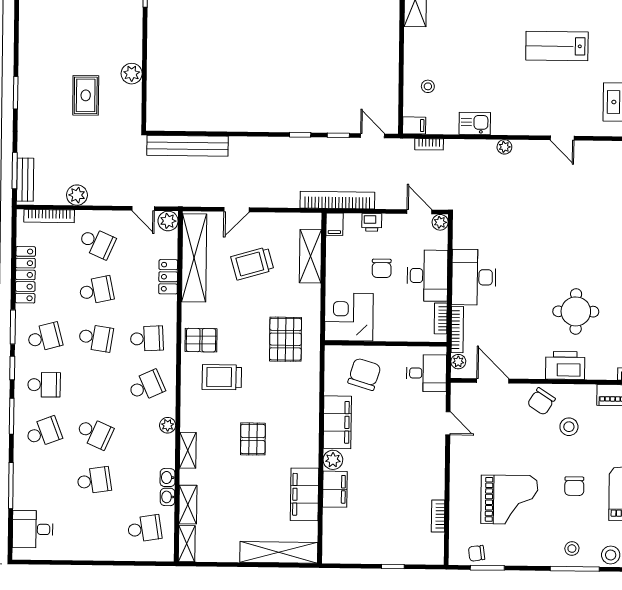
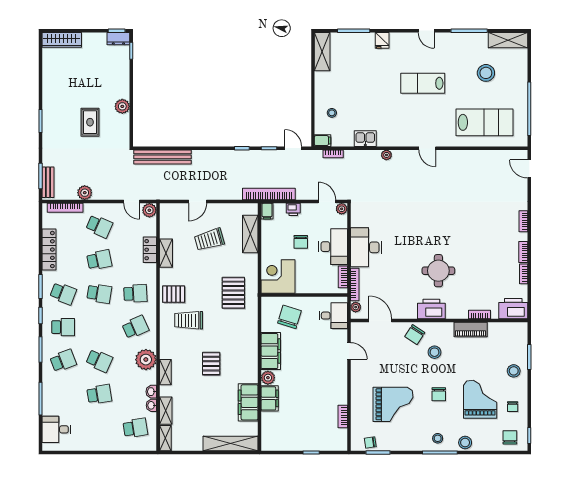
shelving: (194, 258) -> (166, 253), width x0.45, depth x0.75
school desk: (45, 337) -> (63, 293), turned 36
plant: (168, 425) -> (146, 360), width x1.87, depth x1.87

